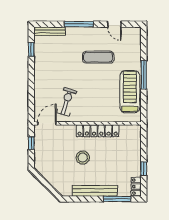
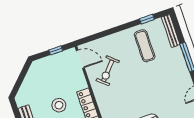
exercise mat: (98, 57) -> (145, 46), moved
exercise bike: (67, 102) -> (108, 71), turned 115

